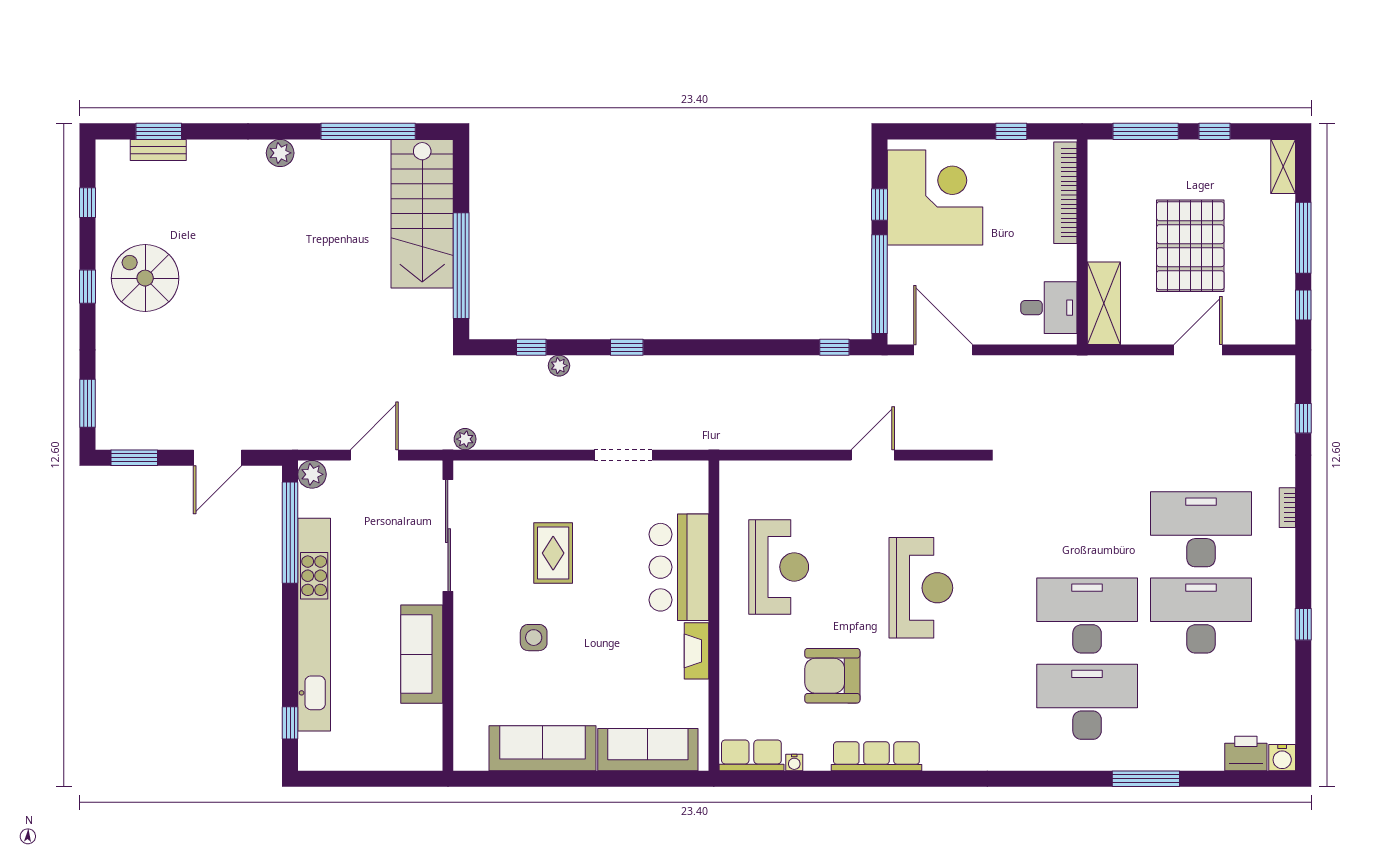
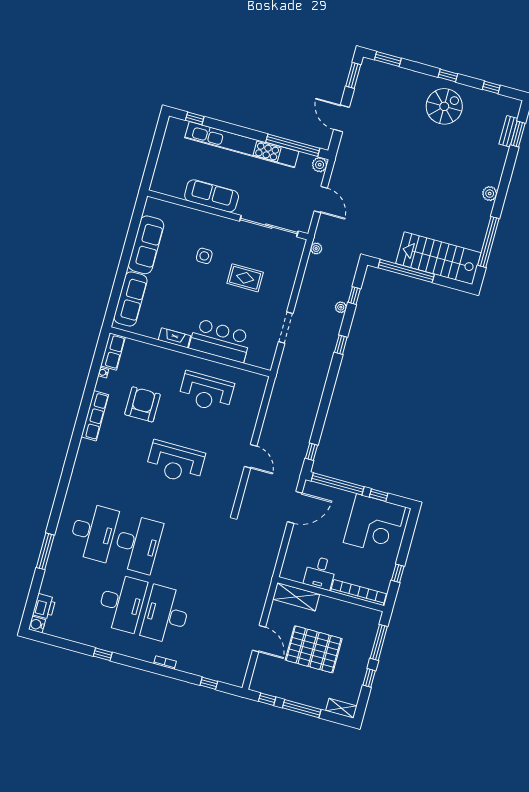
desk: (1049, 308) -> (320, 573), moved
desk: (1201, 529) -> (166, 615), turned 180

